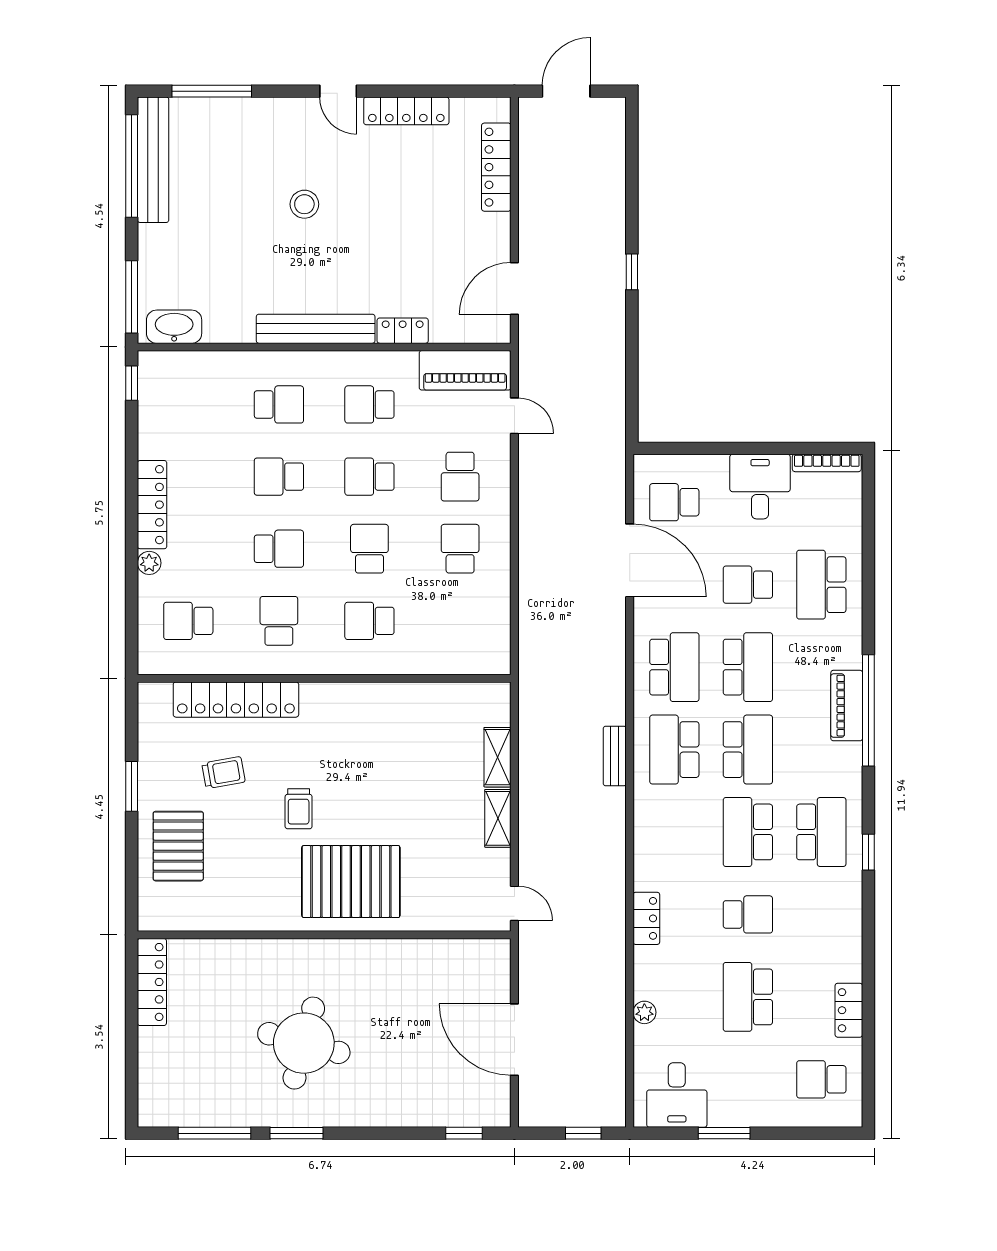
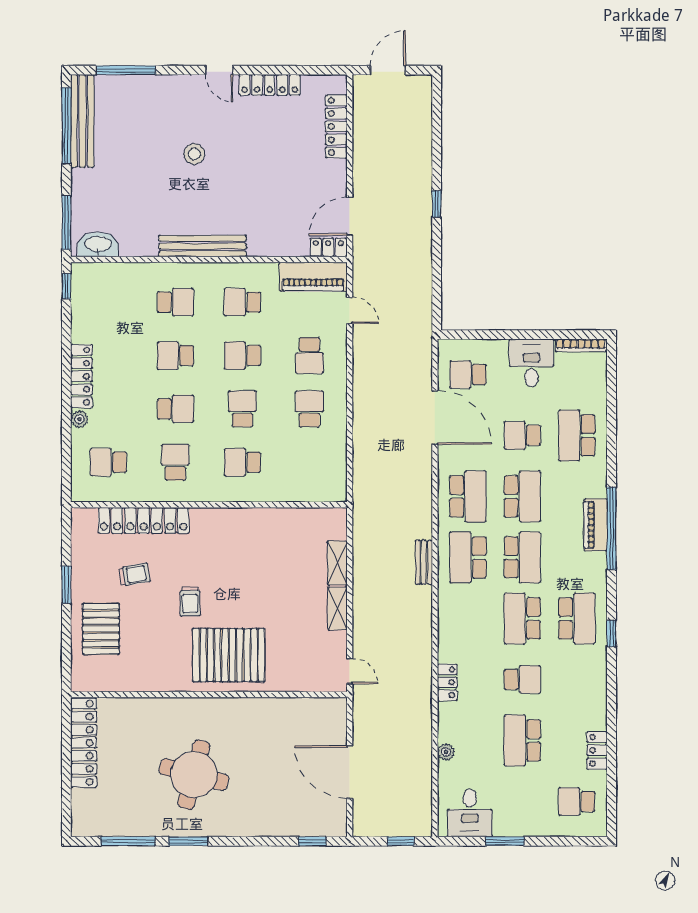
locker: (403, 331) -> (328, 247), moved
locker: (152, 982) -> (84, 743), width x1.41, depth x1.21

